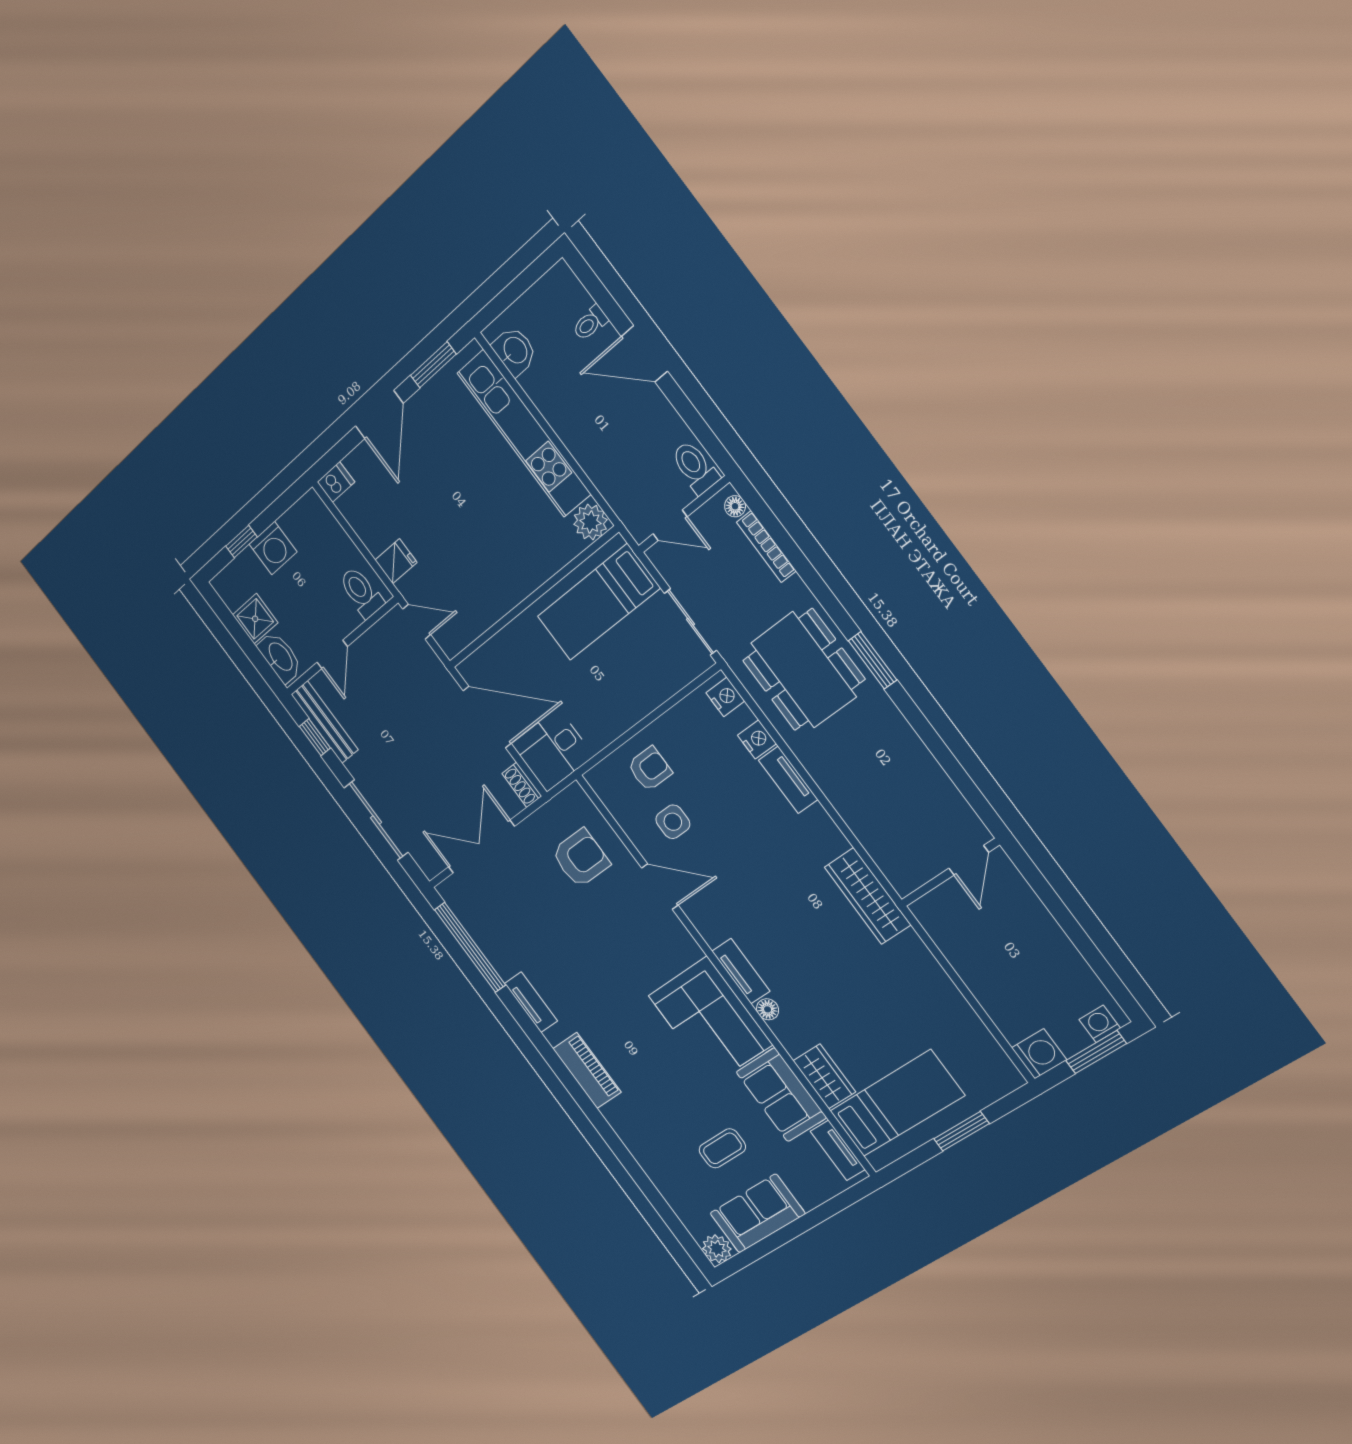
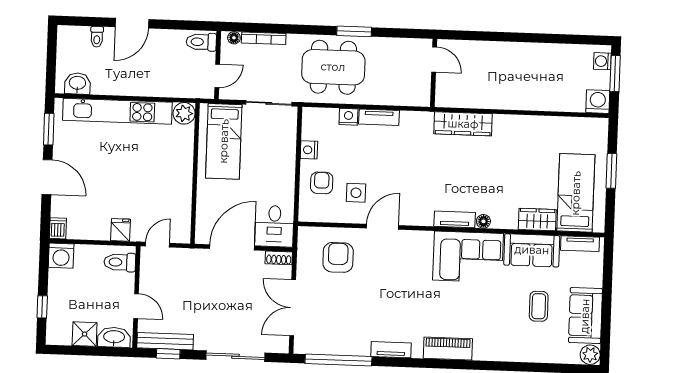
washing machine: (273, 548) -> (61, 256), moved, turned 90
nightstand: (725, 697) -> (309, 150), moved, turned -90
door: (969, 860) -> (434, 59), moved
wall: (950, 873) -> (434, 73), moved

